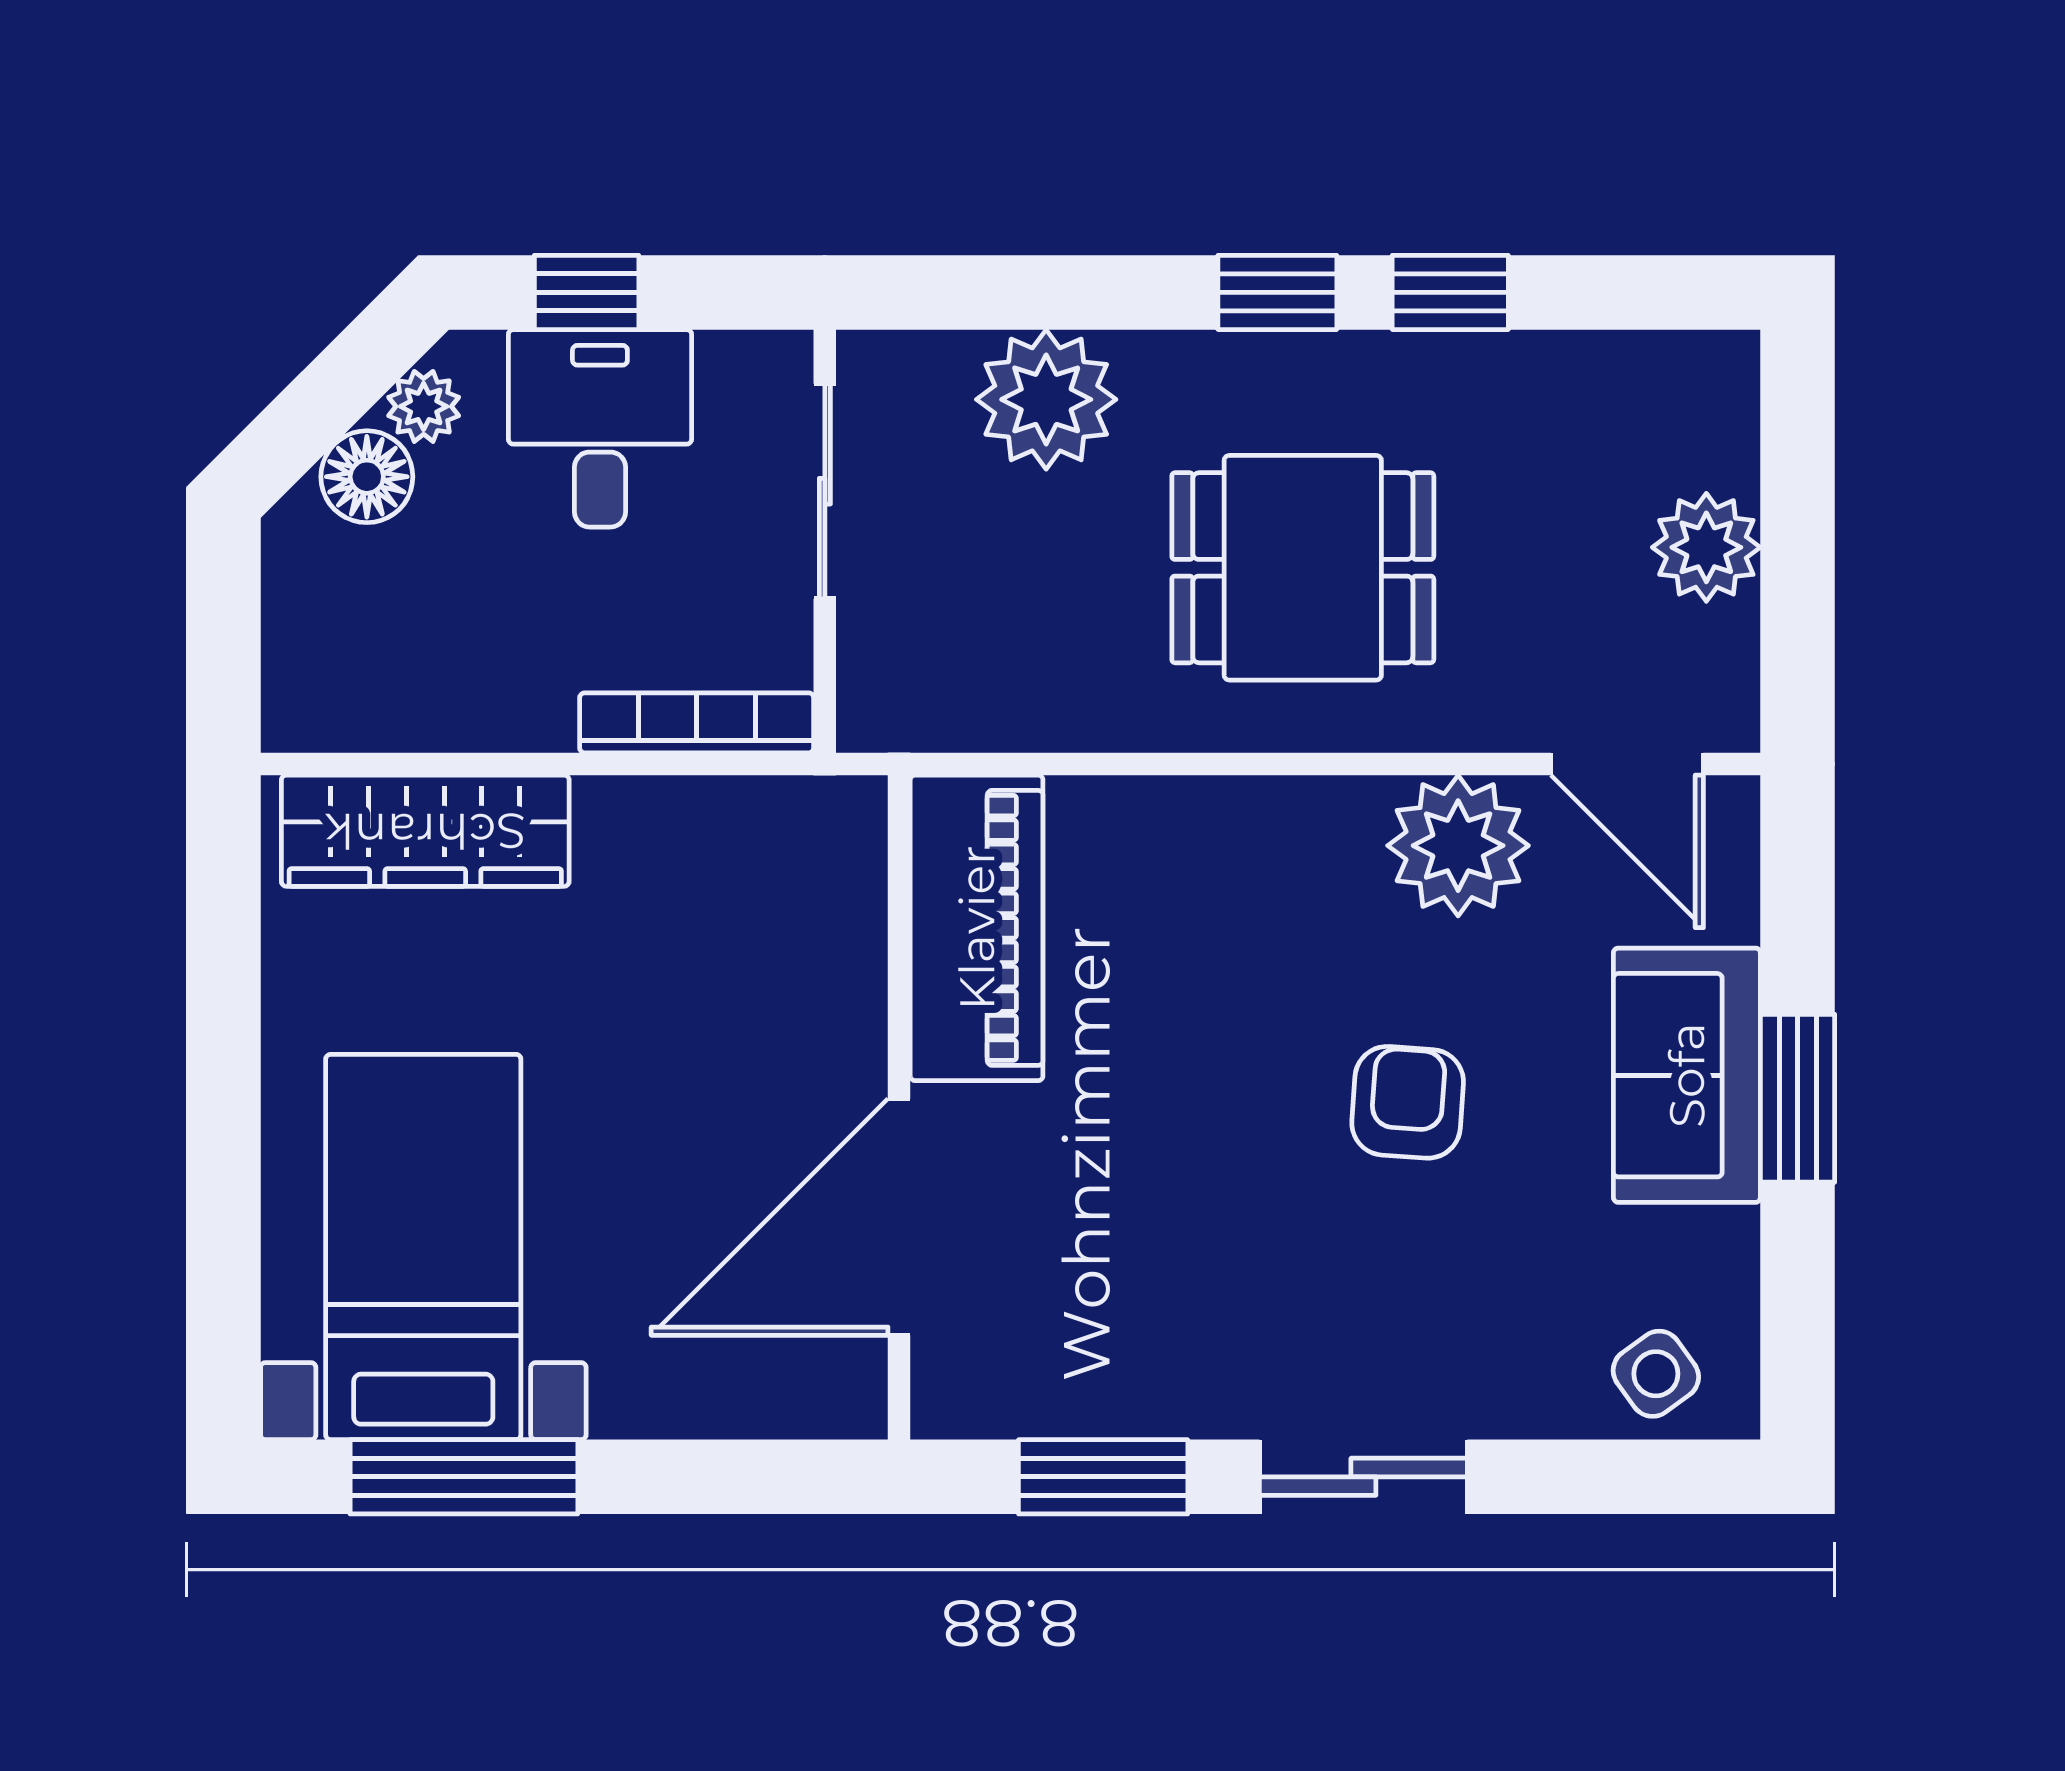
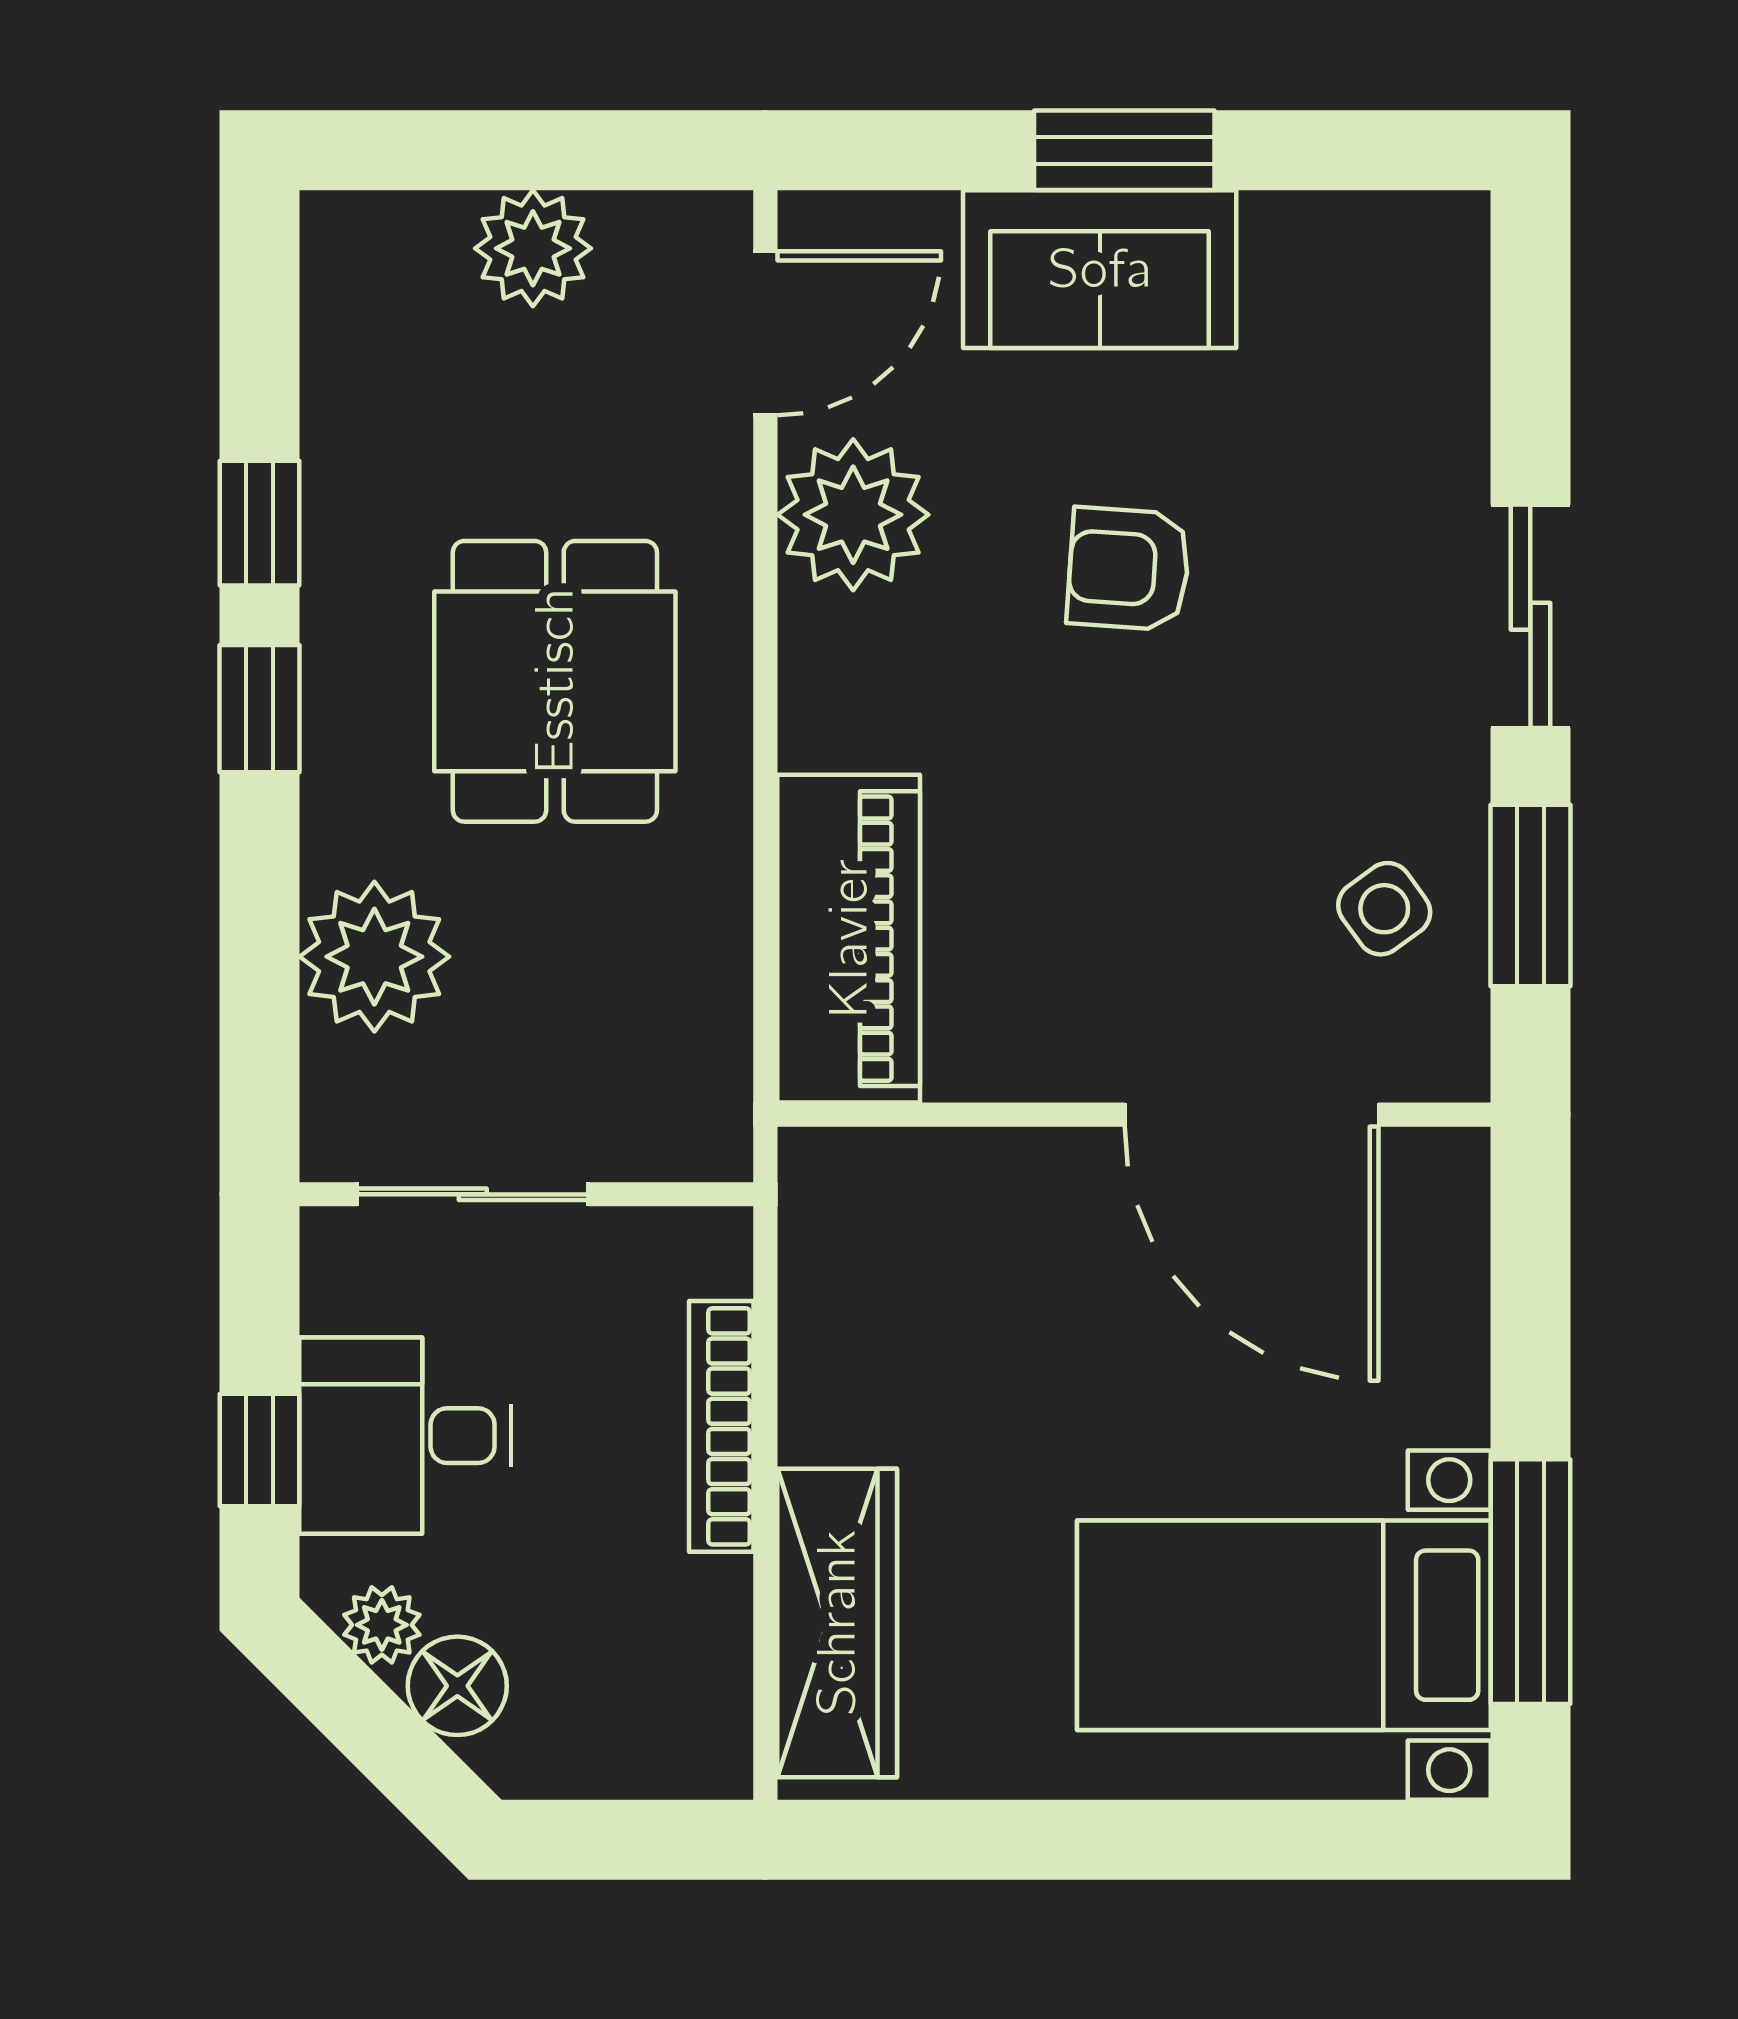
bookcase: (697, 723) -> (721, 1426), moved
piano: (977, 928) -> (849, 939), moved, turned 90
side table: (1656, 1374) -> (1384, 909), moved

